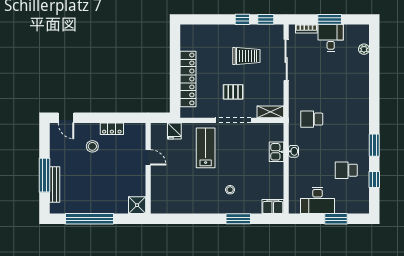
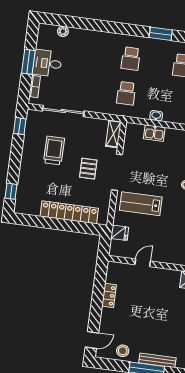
window: (242, 19) -> (11, 191), moved
school desk: (346, 119) -> (131, 59), added
stool: (92, 146) -> (123, 351), moved

